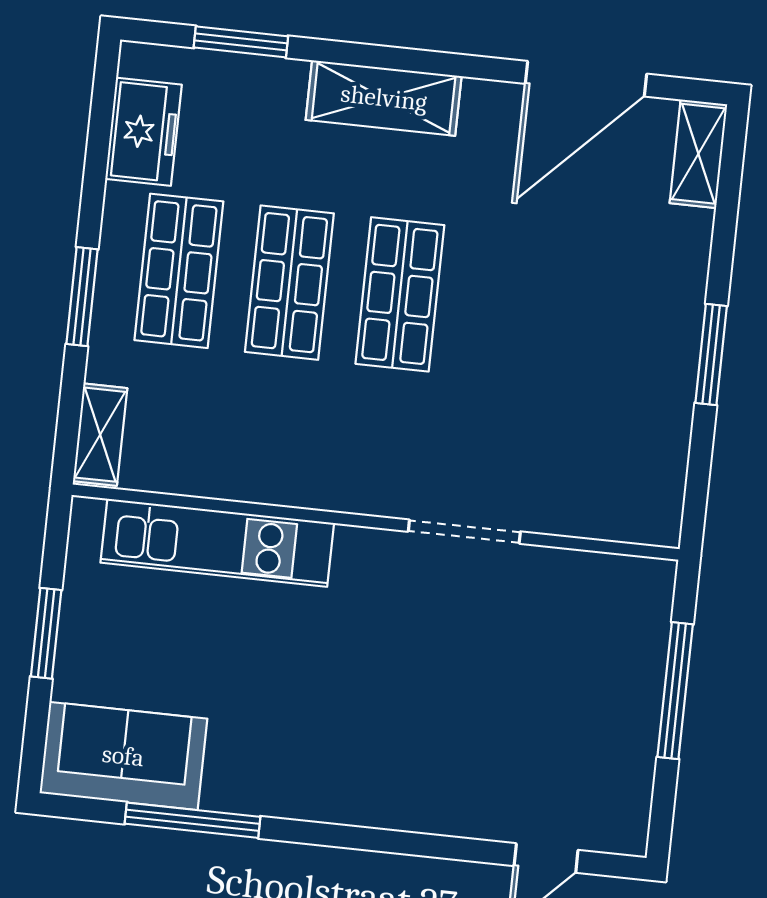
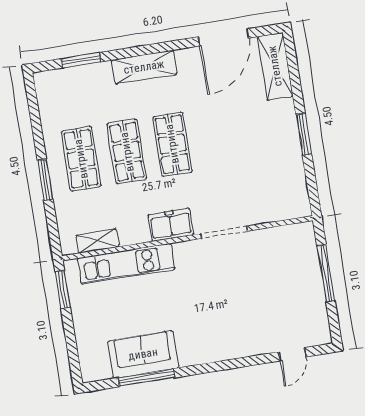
freezer: (144, 132) -> (171, 225), moved, turned -90
shelving: (698, 154) -> (275, 66), width x1.50, depth x1.33
shelving: (100, 435) -> (97, 241), moved, turned 90
window: (46, 633) -> (63, 289), moved
sofa: (123, 756) -> (143, 354), moved

